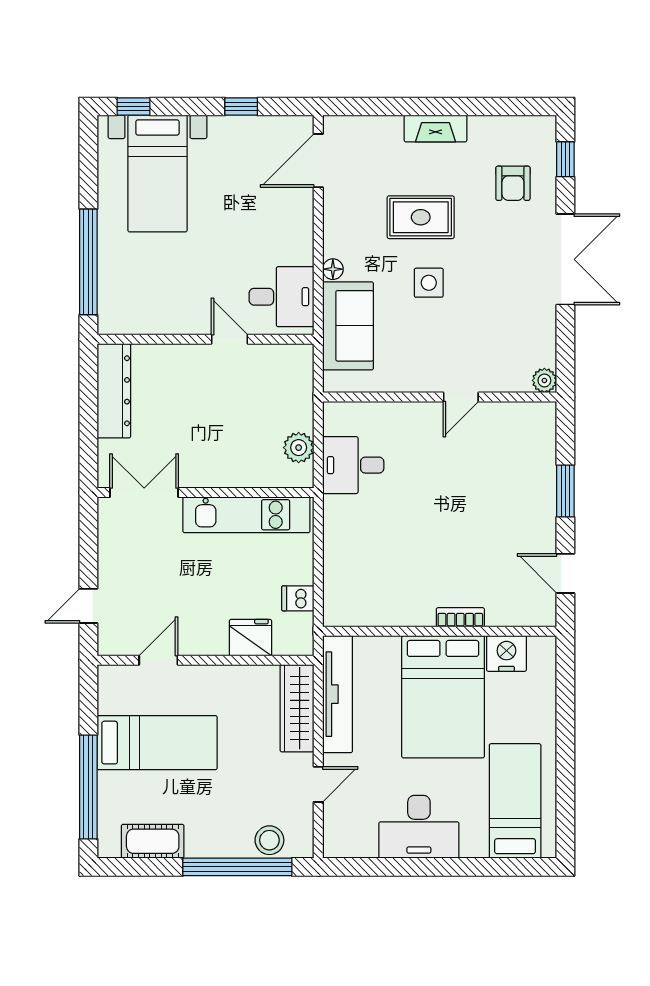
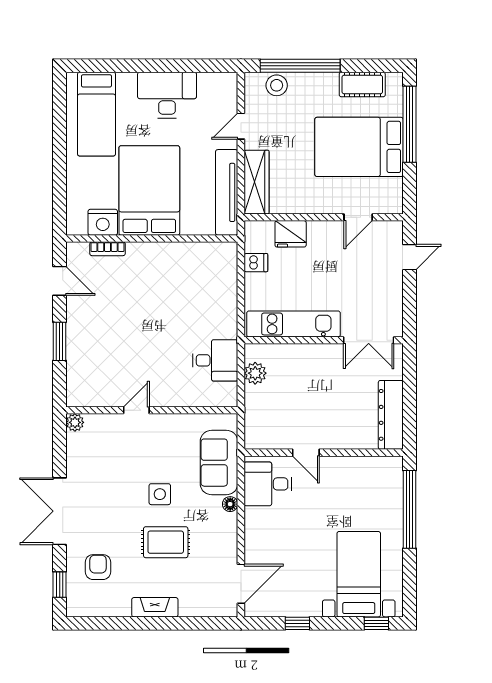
bookcase: (460, 617) -> (108, 249), moved
bed: (157, 743) -> (359, 147), width x1.50

